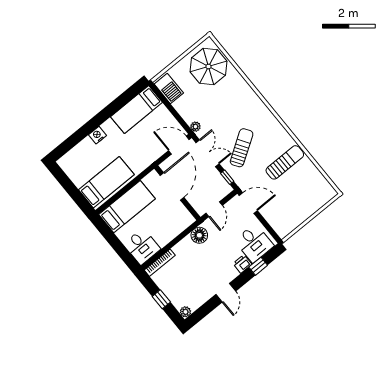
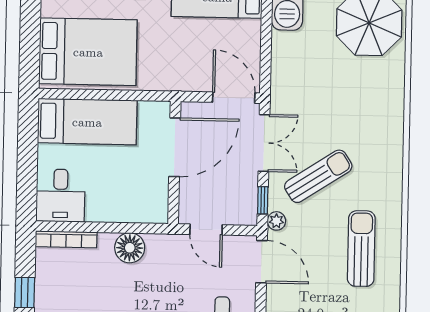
plant: (196, 127) -> (276, 221), moved
sun lounger: (285, 162) -> (361, 249), turned -90
bed: (106, 182) -> (88, 52), width x1.50
door: (214, 209) -> (206, 230), hinge flipped
floor lamp: (199, 235) -> (130, 248), moved

